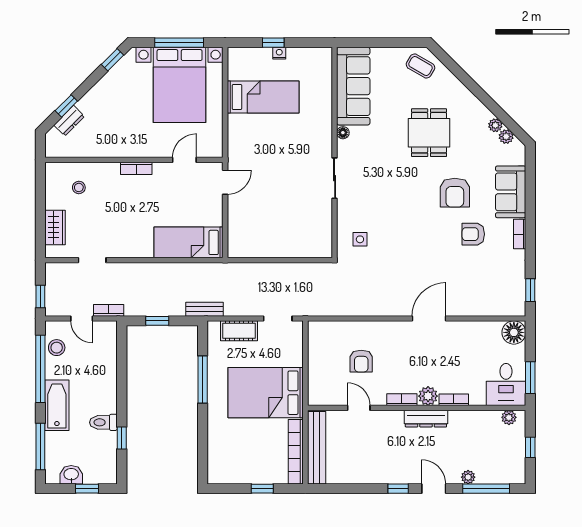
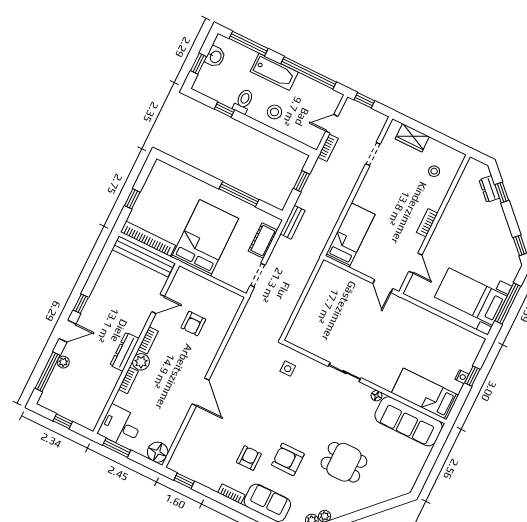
coffee table: (420, 66) -> (399, 481), removed
bed with nightstands: (180, 85) -> (471, 297), width x0.73
bed: (263, 97) -> (425, 394), moved, turned 90
stool: (57, 348) -> (274, 112), moved
armchair: (361, 361) -> (193, 324), turned -90
plant: (509, 417) -> (94, 416), removed

